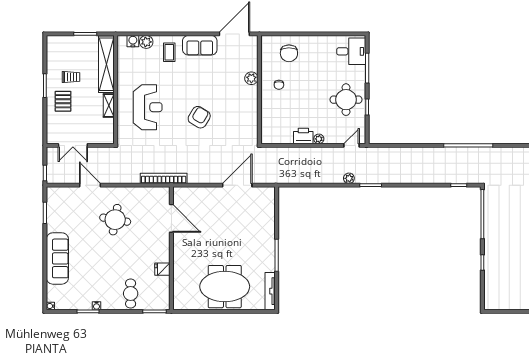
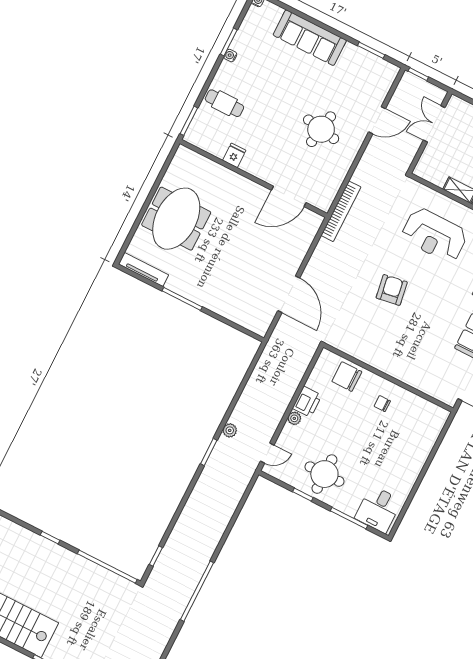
chair: (289, 53) -> (347, 377), moved
plant: (251, 78) -> (406, 375), removed
armchair: (199, 117) -> (392, 290), turned -130
door: (351, 145) -> (267, 453), hinge flipped

